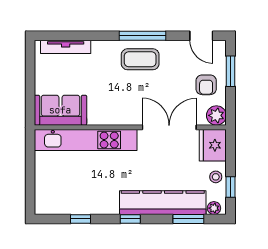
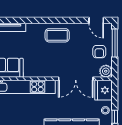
window: (143, 36) -> (59, 20), removed
window: (230, 71) -> (115, 43), width x1.44
double door: (169, 127) -> (76, 79), swing flipped

